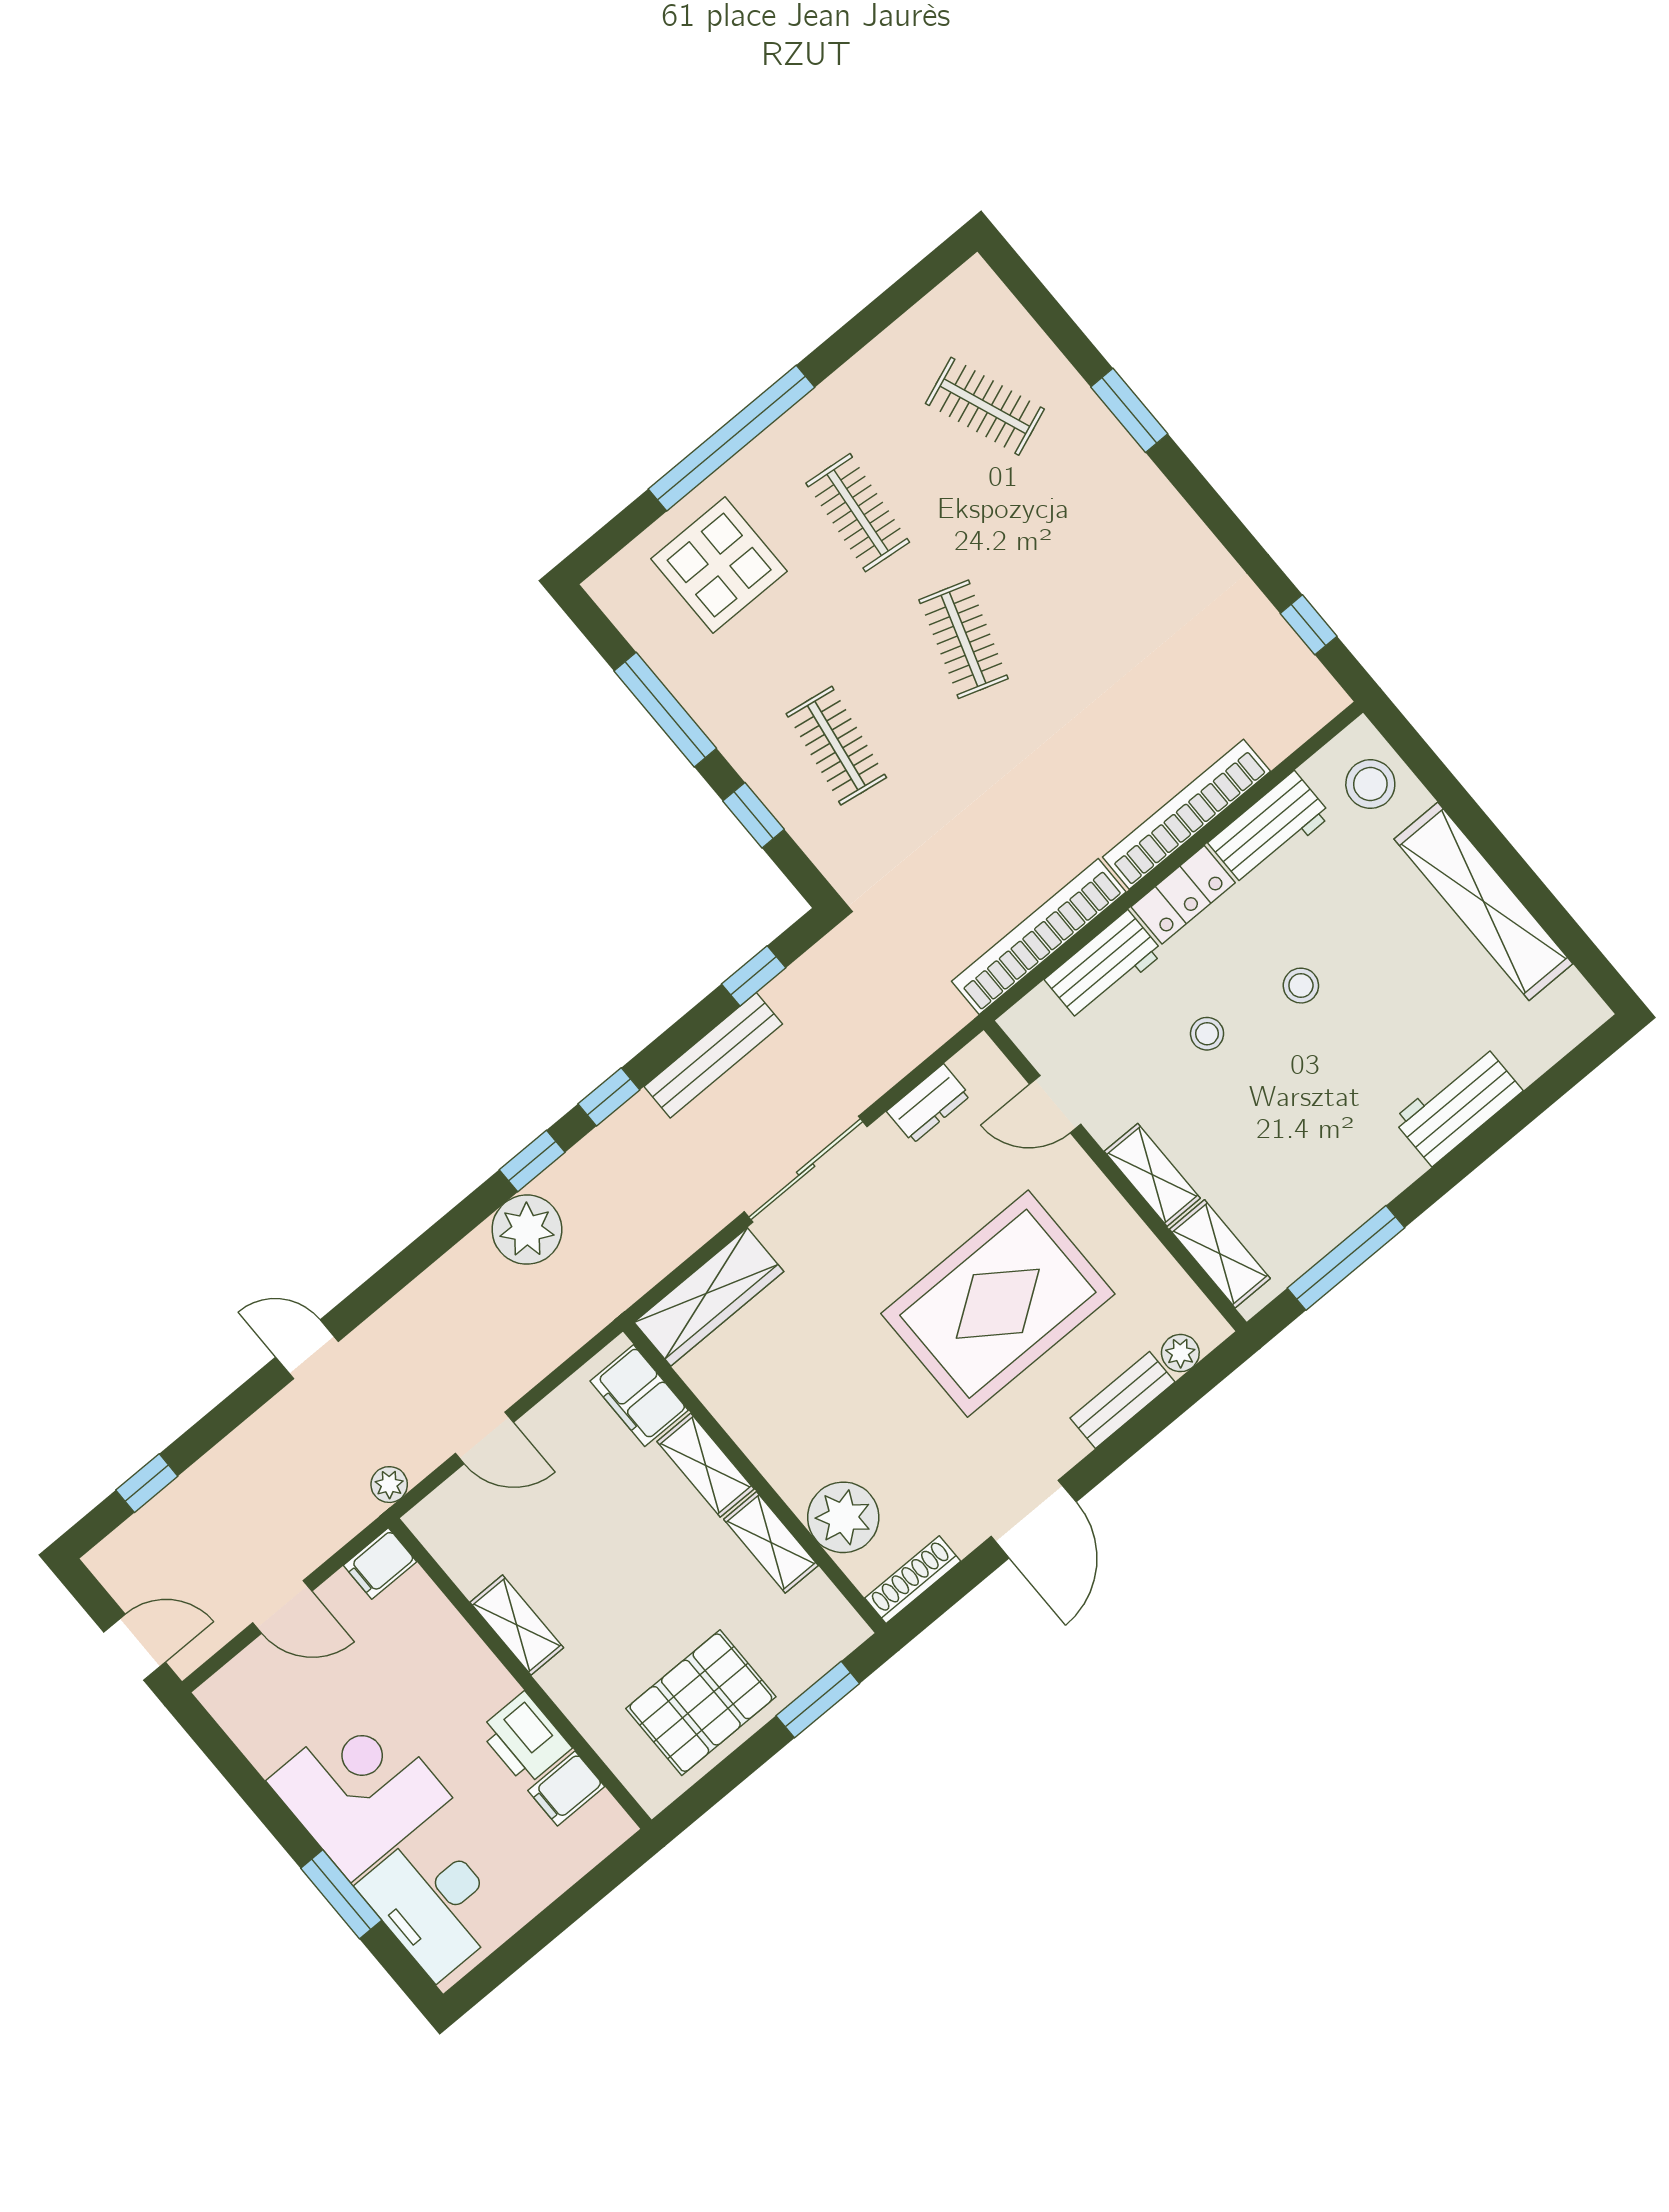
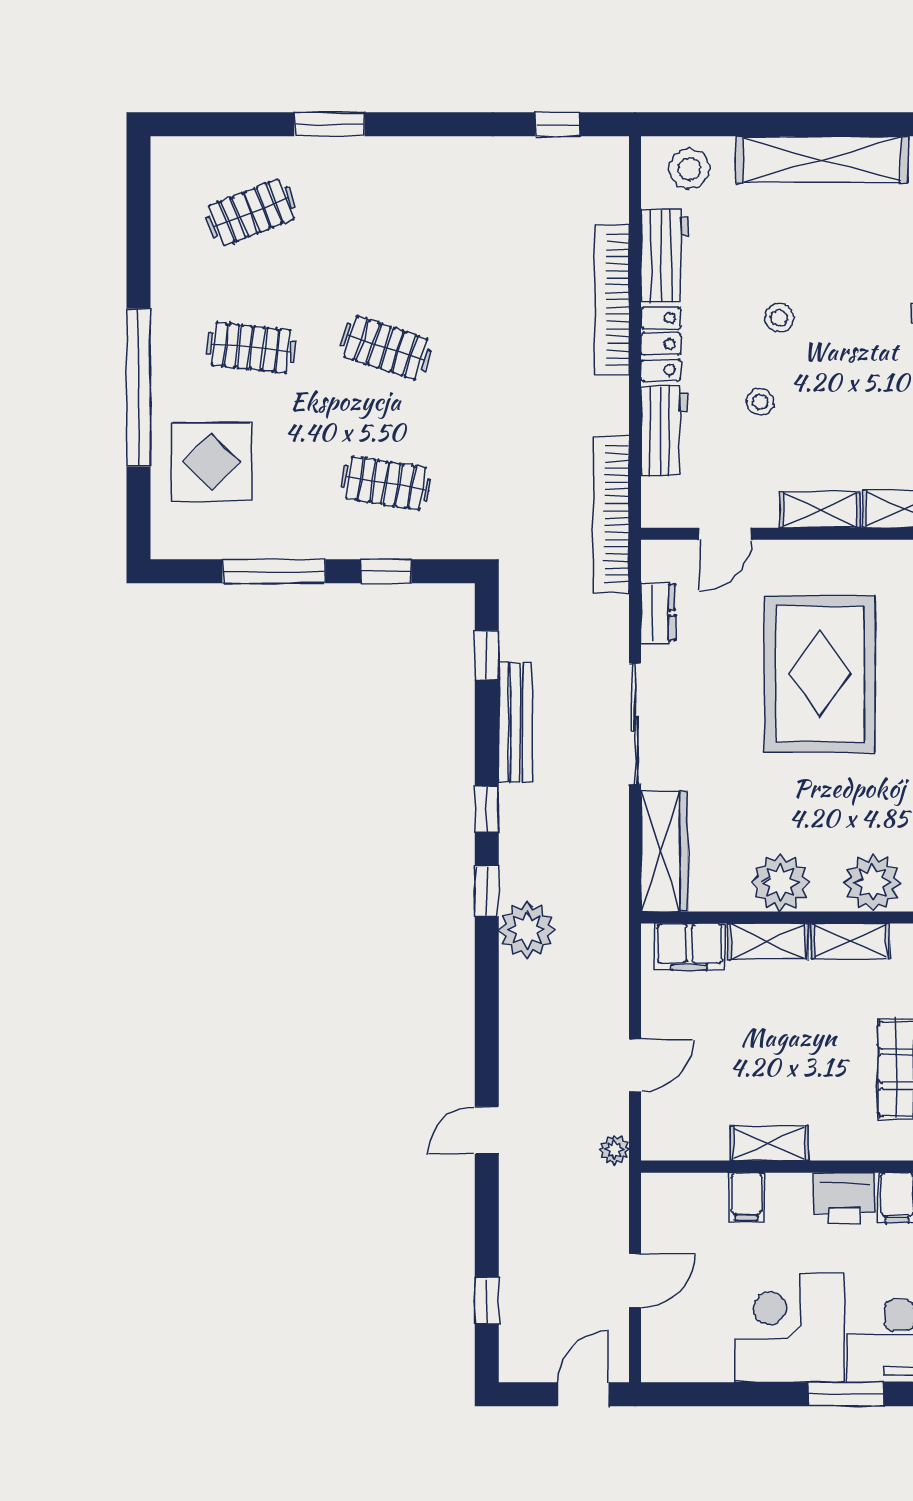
bookcase: (1039, 937) -> (611, 515), moved
plant: (771, 1431) -> (781, 882), added
filing cabinet: (380, 1564) -> (746, 1197), moved

